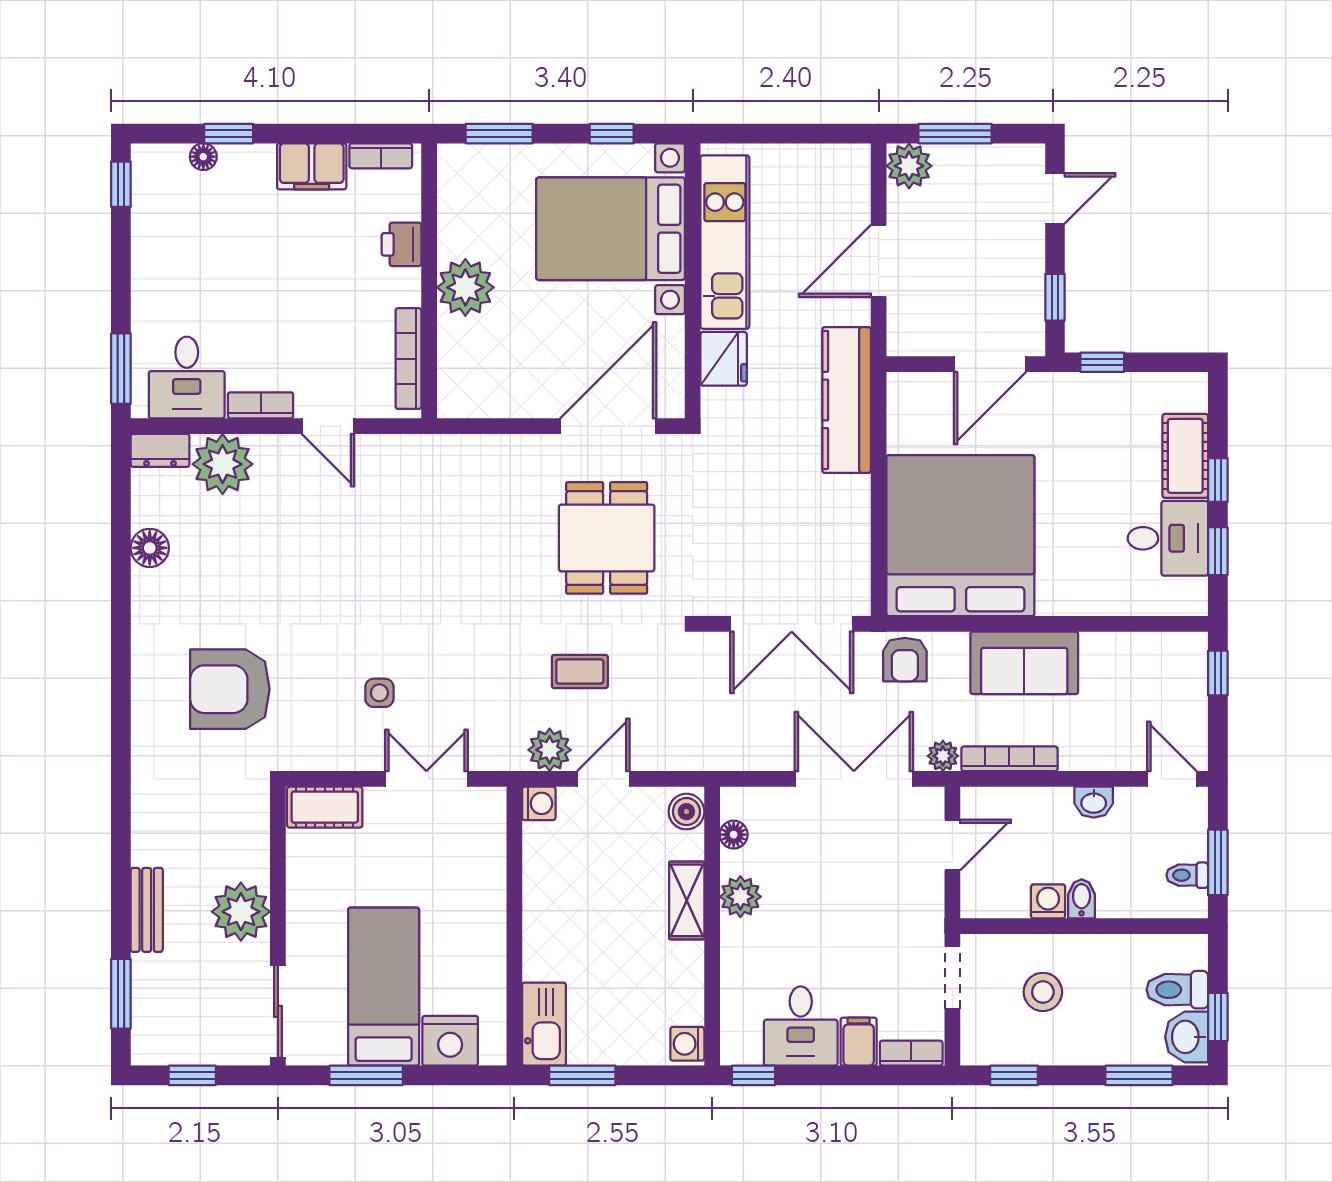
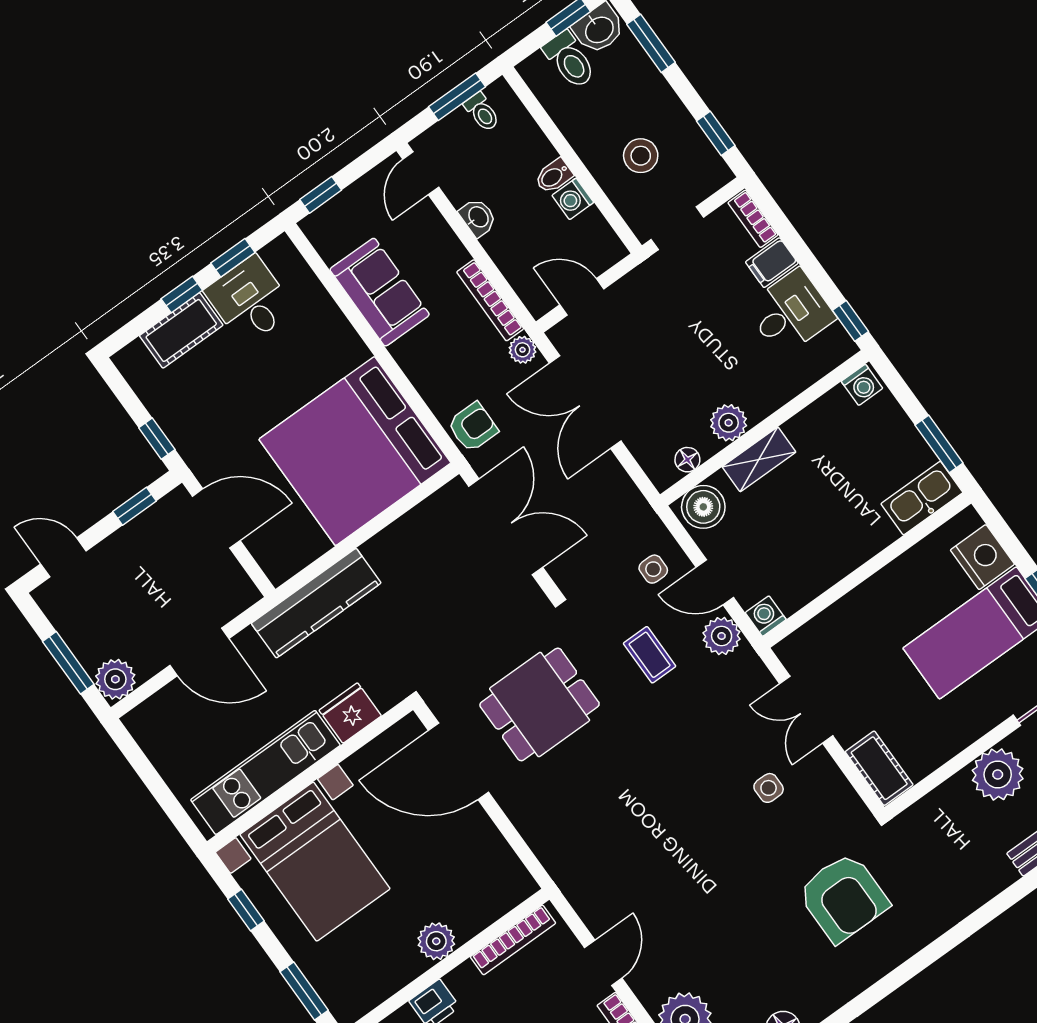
plant: (465, 287) -> (436, 941), width x0.73, depth x0.73
sofa: (1024, 663) -> (380, 292), moved
side table: (656, 731) -> (653, 569), added
boiler: (686, 812) -> (703, 507), width x1.36, depth x1.36

